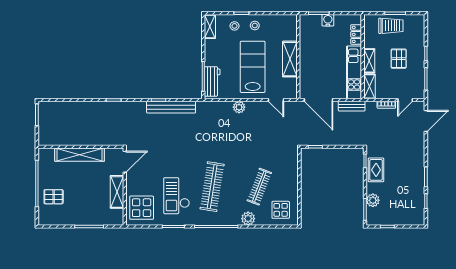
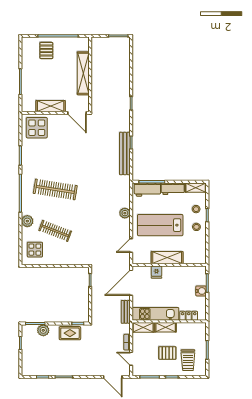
trolley: (391, 26) -> (188, 360), moved
workbench: (211, 53) -> (173, 189), added
lab bench: (253, 67) -> (160, 225), turned 180
fridge: (306, 71) -> (156, 272), added
checkout: (177, 196) -> (47, 158), removed

